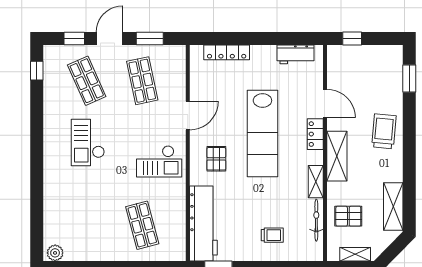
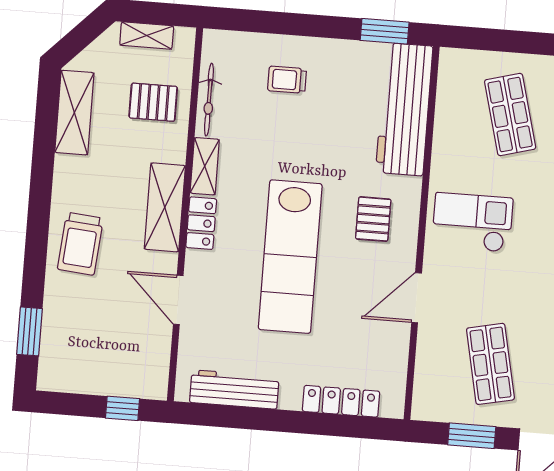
workbench: (295, 54) -> (234, 389), width x1.38
lab bench: (262, 133) -> (290, 257), turned 180
locker: (315, 134) -> (201, 223), moved

